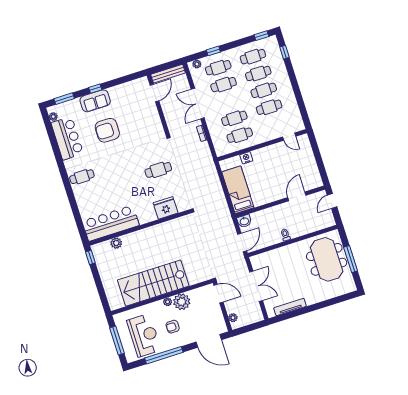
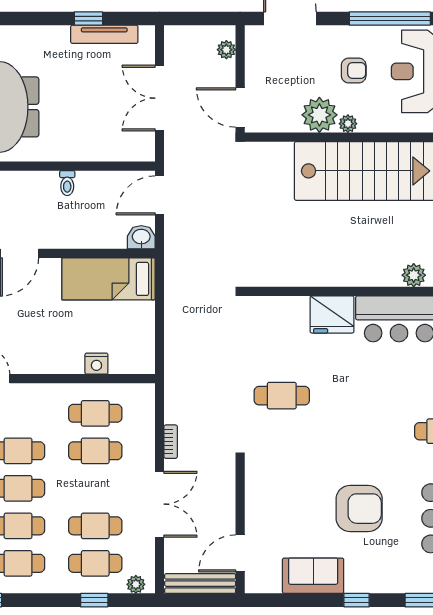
sofa: (95, 101) -> (313, 576), moved
bed: (238, 190) -> (108, 279), moved, turned 90
fridge: (166, 208) -> (332, 314), moved
window: (299, 312) -> (88, 19), added

